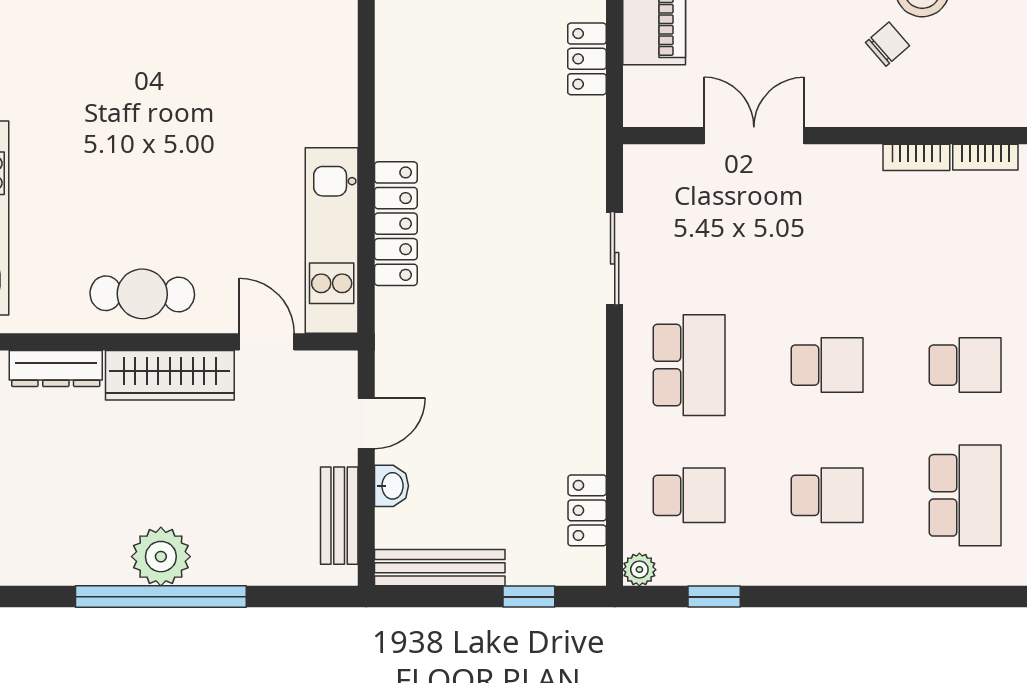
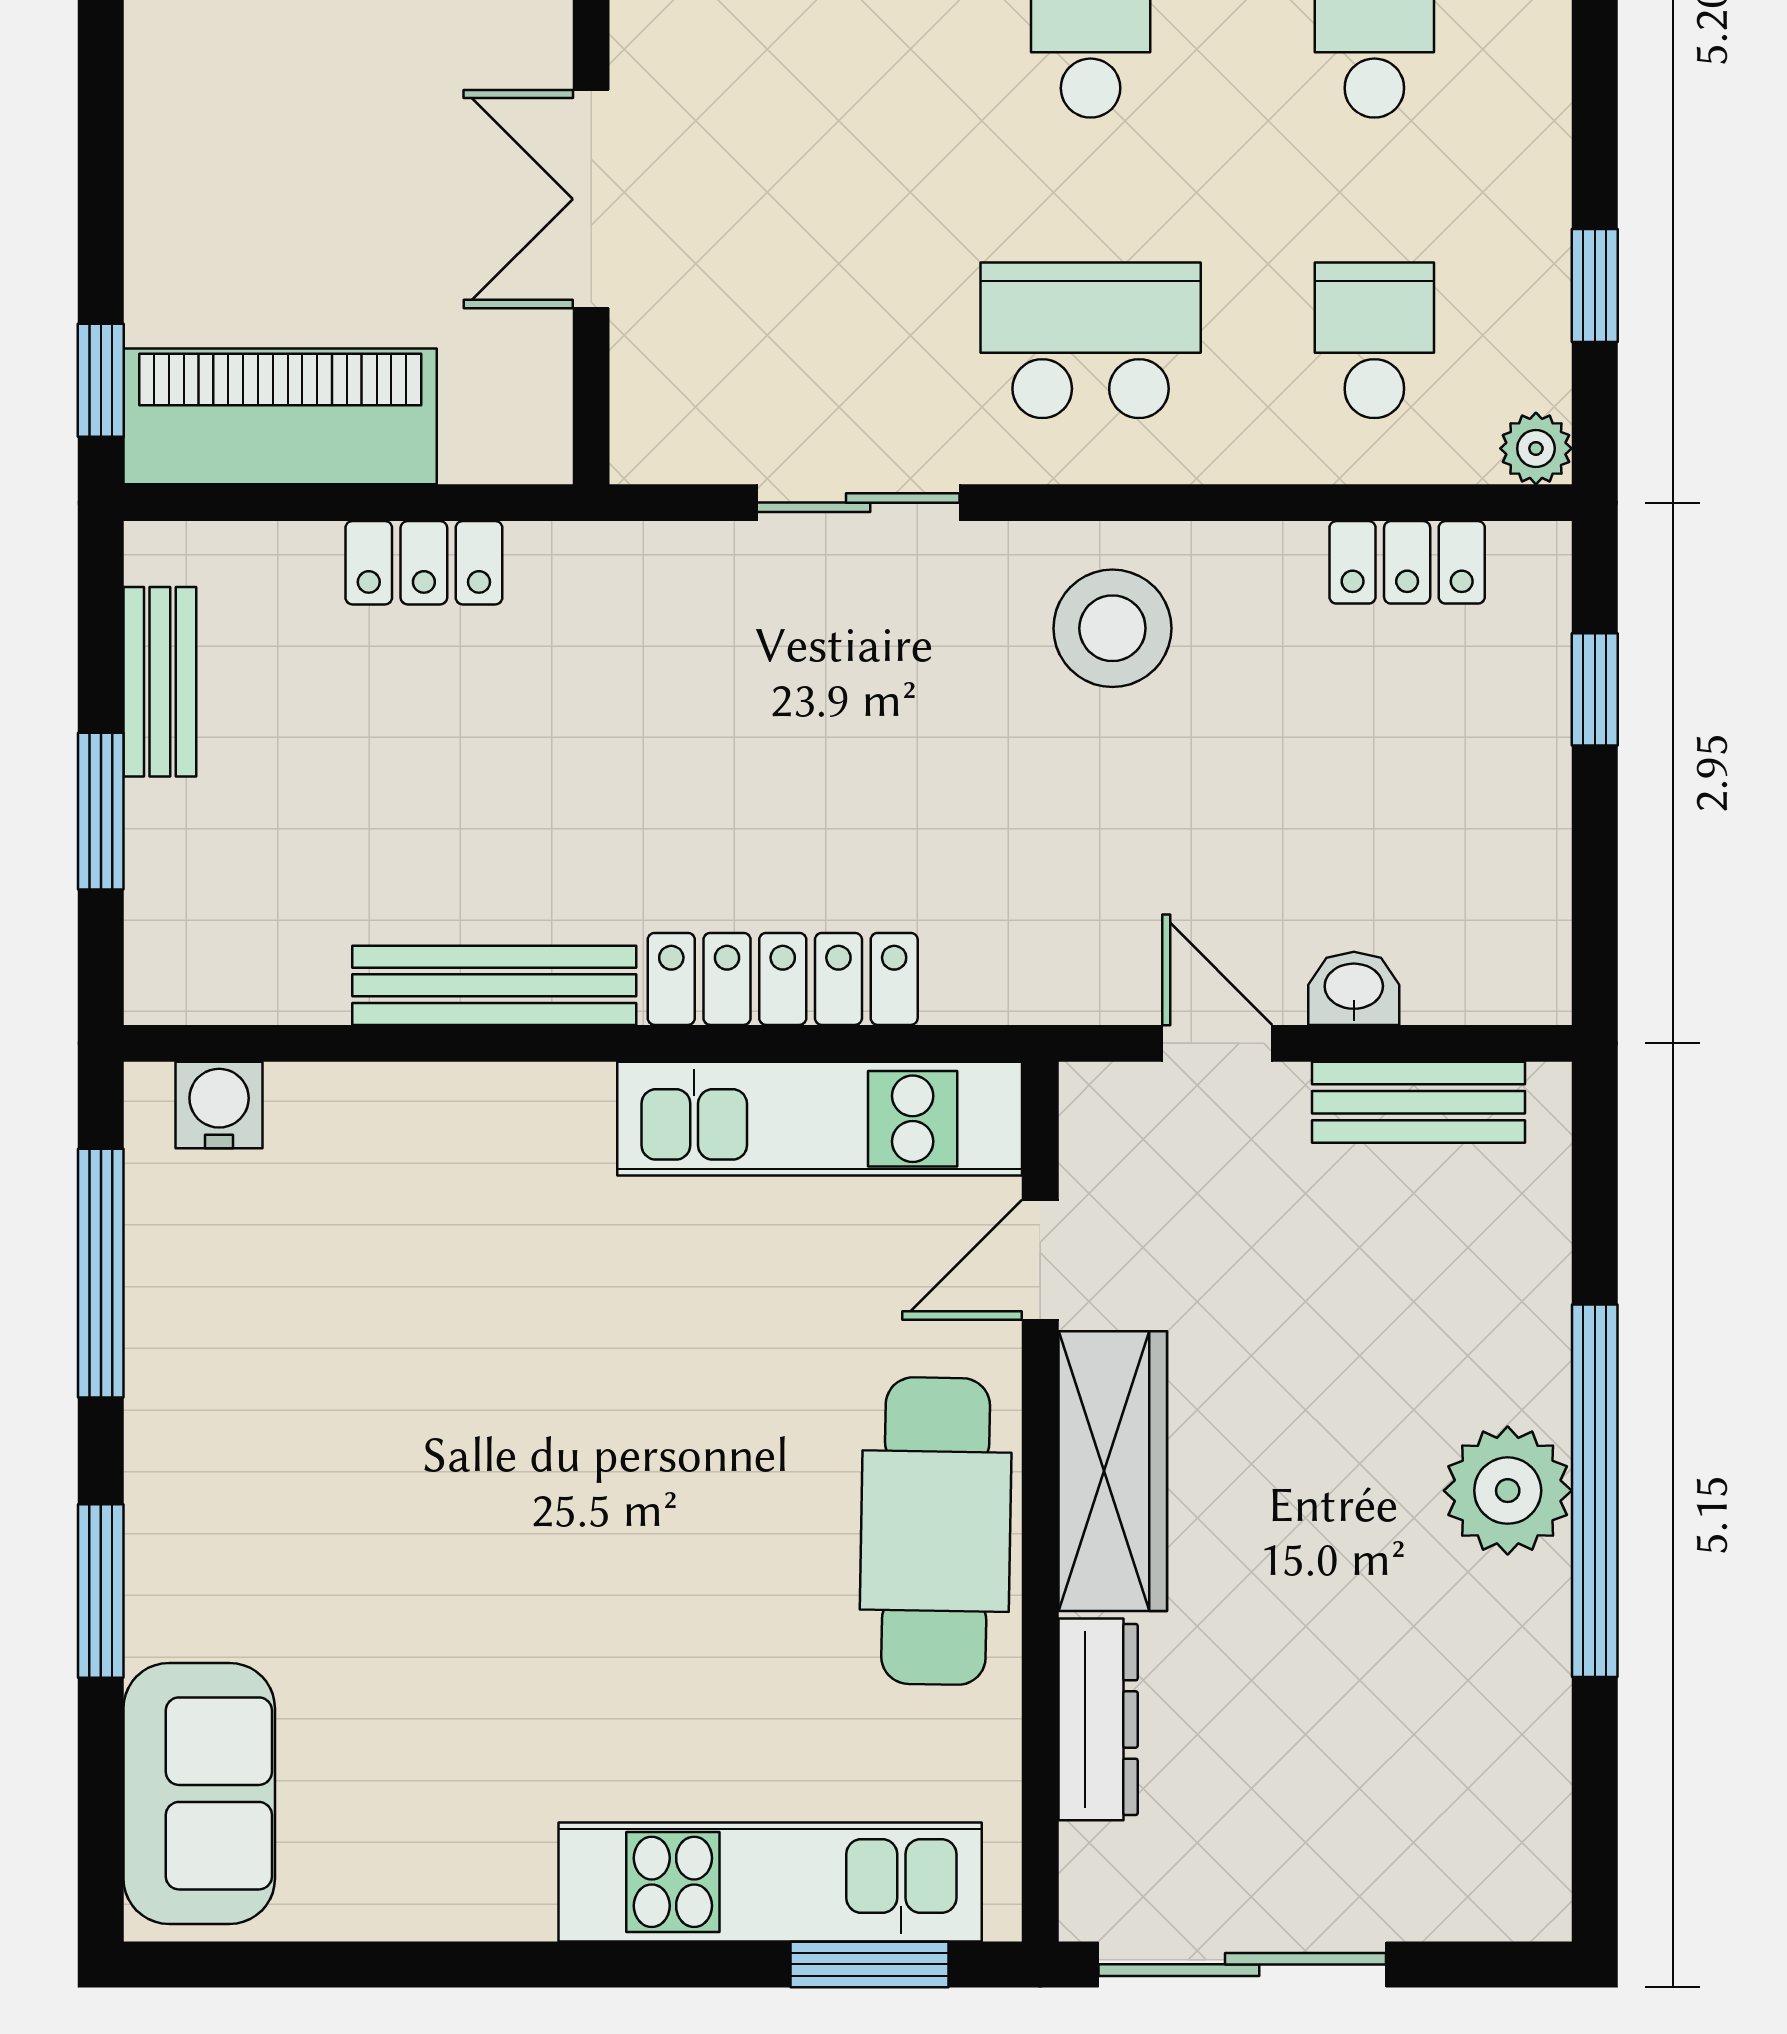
cafe table: (142, 294) -> (936, 1531), width x1.37, depth x1.35
stool: (557, 375) -> (1112, 628), added
bench: (440, 568) -> (494, 985), moved, turned 90

